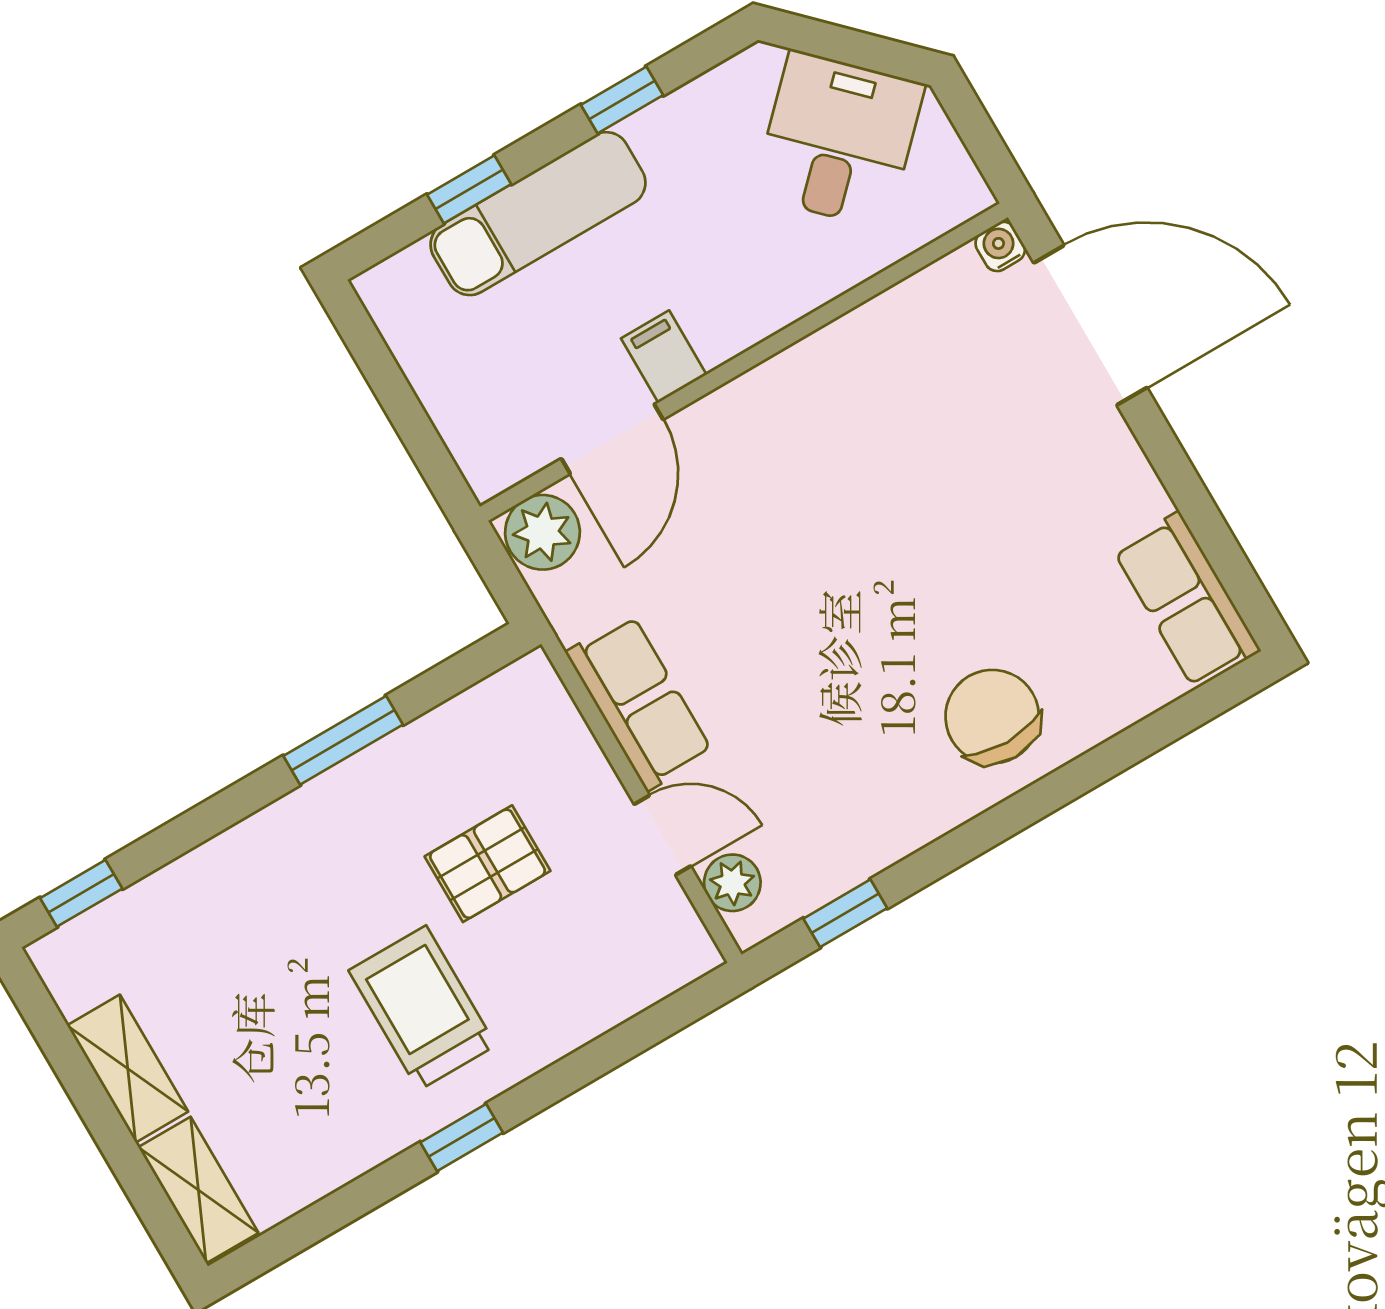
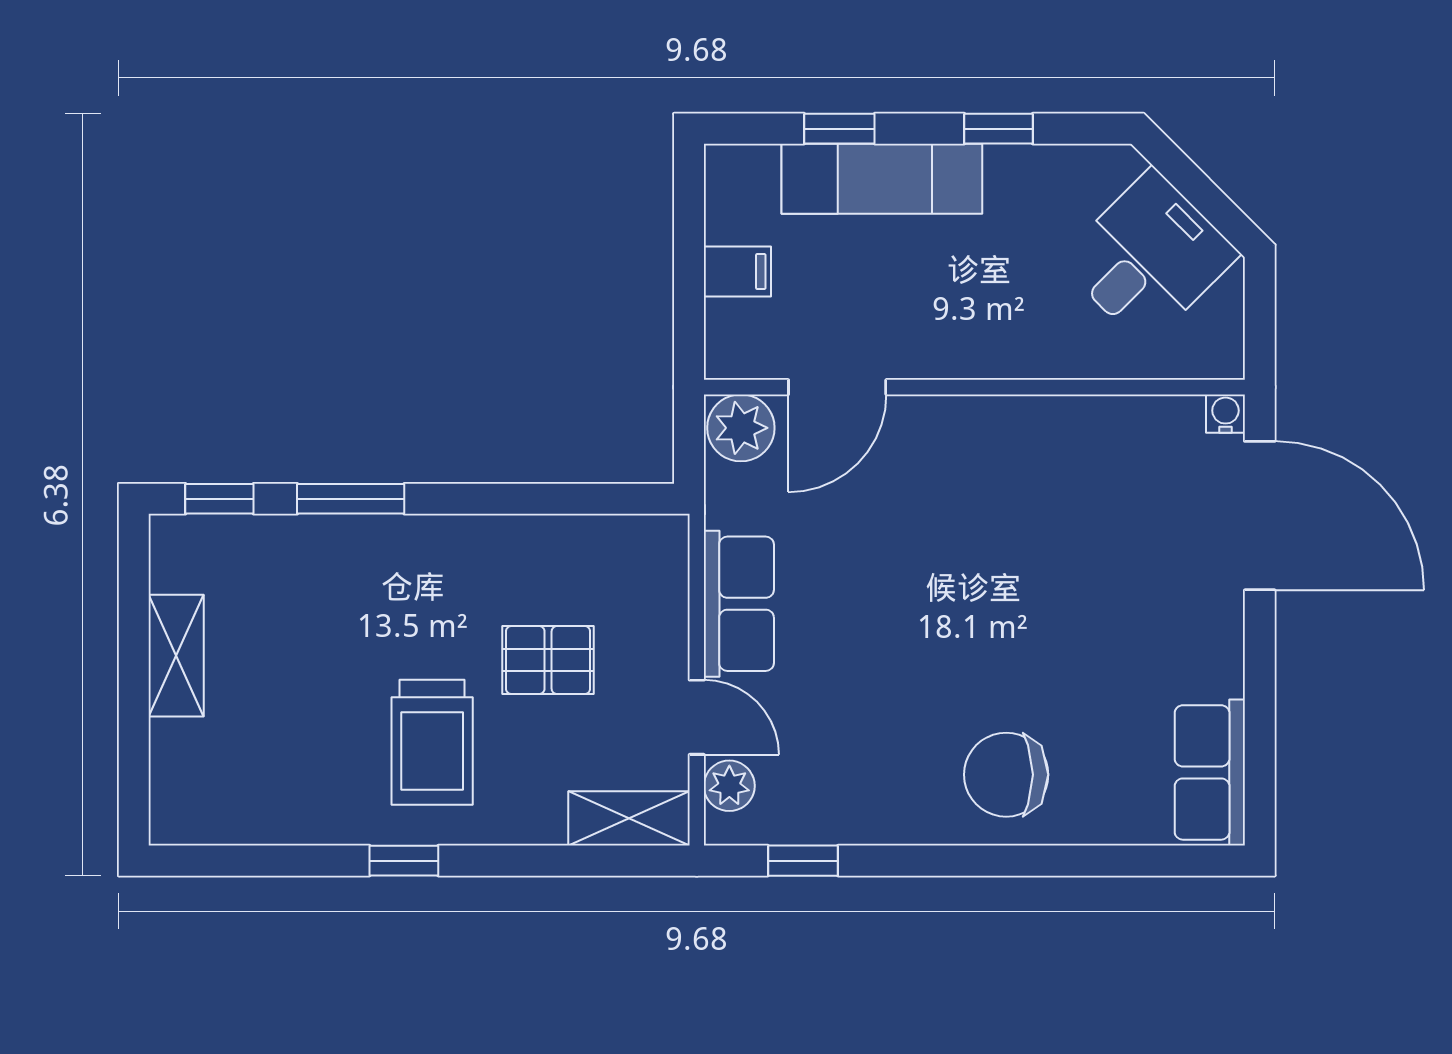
filing cabinet: (664, 356) -> (737, 271), moved, turned 90
chair: (992, 717) -> (1006, 775), turned -90
window: (343, 740) -> (351, 499), moved
trolley: (422, 1008) -> (432, 742), turned 180
shelving: (198, 1190) -> (629, 818), moved, turned 90

